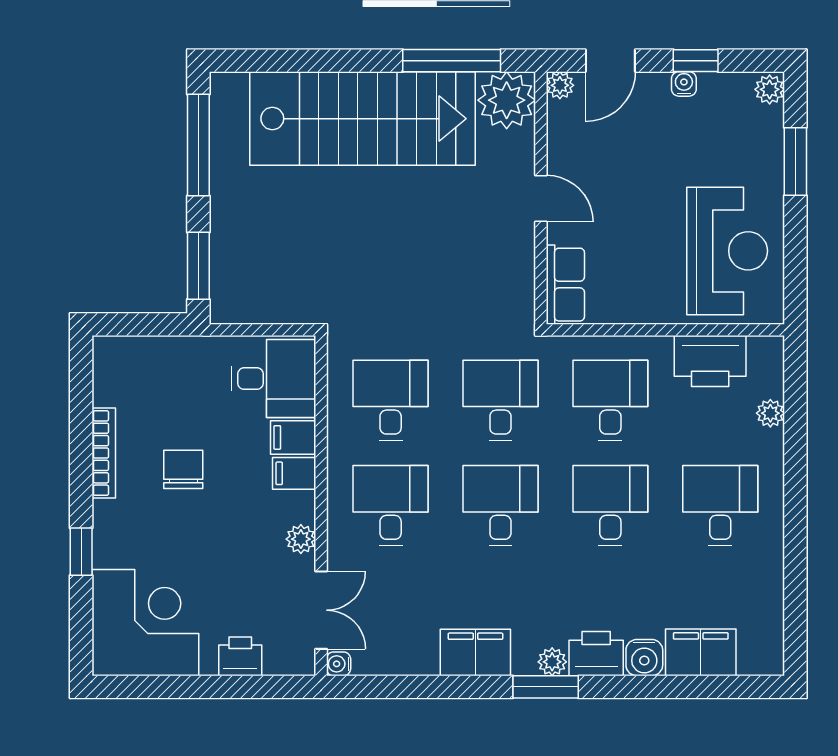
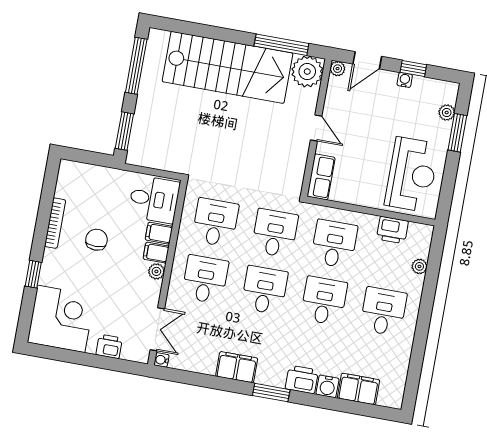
plant: (770, 89) -> (447, 112), moved
printer: (710, 361) -> (392, 230), width x0.73, depth x0.84
plant: (301, 539) -> (156, 271), moved
plant: (552, 662) -> (277, 380), removed

